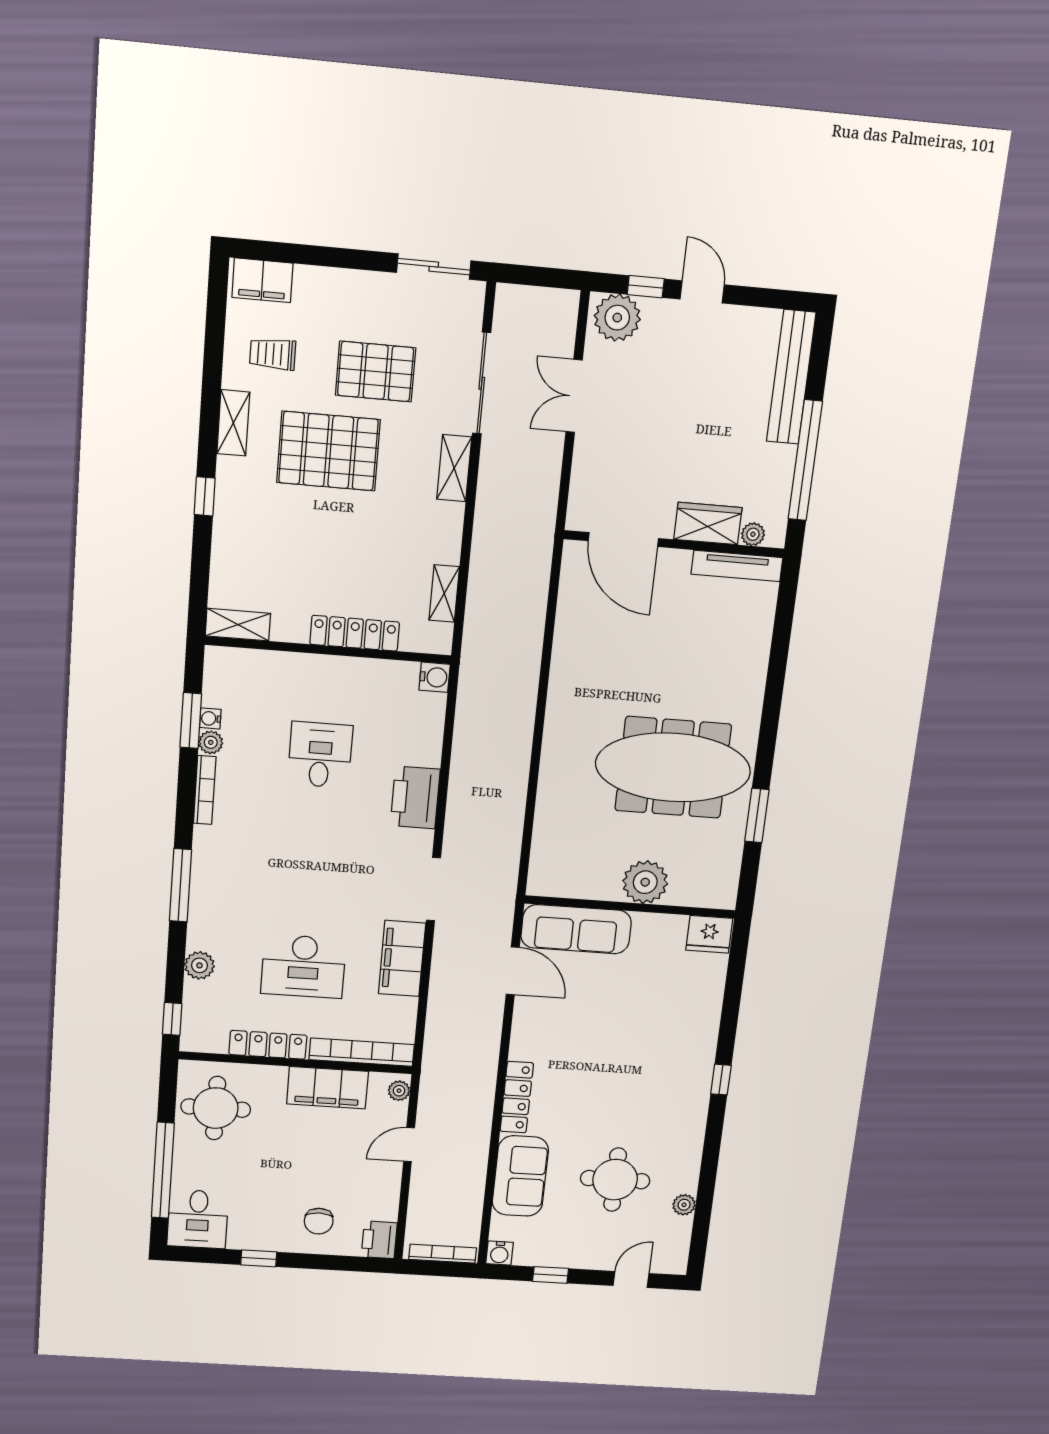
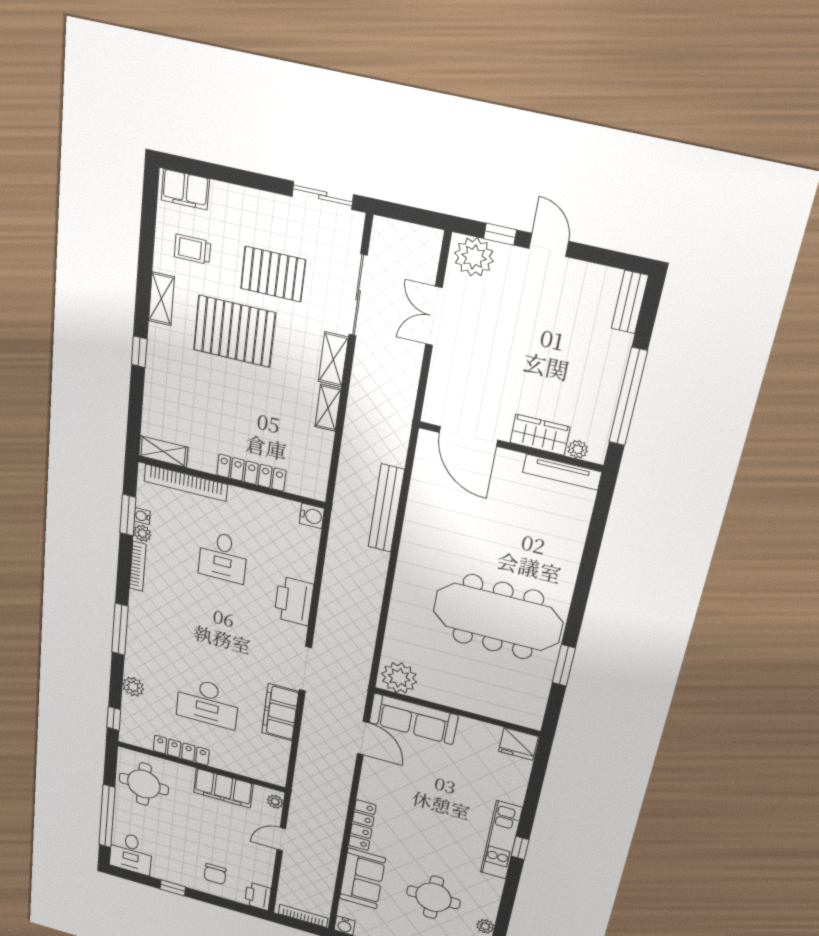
bench: (791, 377) -> (630, 302), width x0.54, depth x0.82
shelving: (444, 593) -> (328, 408), moved
bench: (528, 650) -> (386, 508), added
desk: (320, 755) -> (223, 557), turned 180
plant: (645, 882) -> (399, 678), moved
bookcase: (362, 1052) -> (186, 483), moved, turned 180
kitchen unit: (697, 1074) -> (501, 840), added

